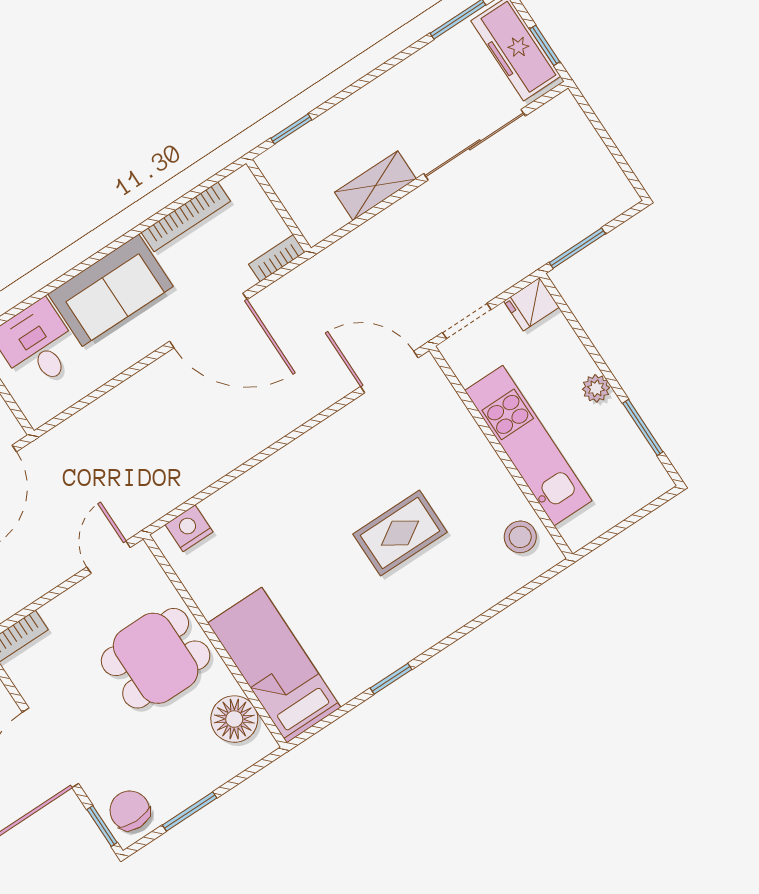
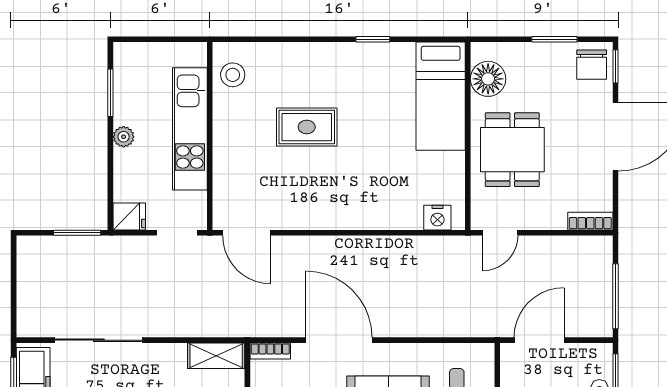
shelving: (375, 186) -> (216, 356), moved
dining table: (156, 658) -> (512, 150), turned 90

